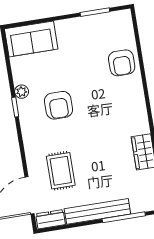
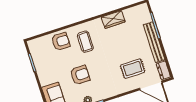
coffee table: (115, 102) -> (85, 42), added
armchair: (59, 105) -> (80, 75), moved

